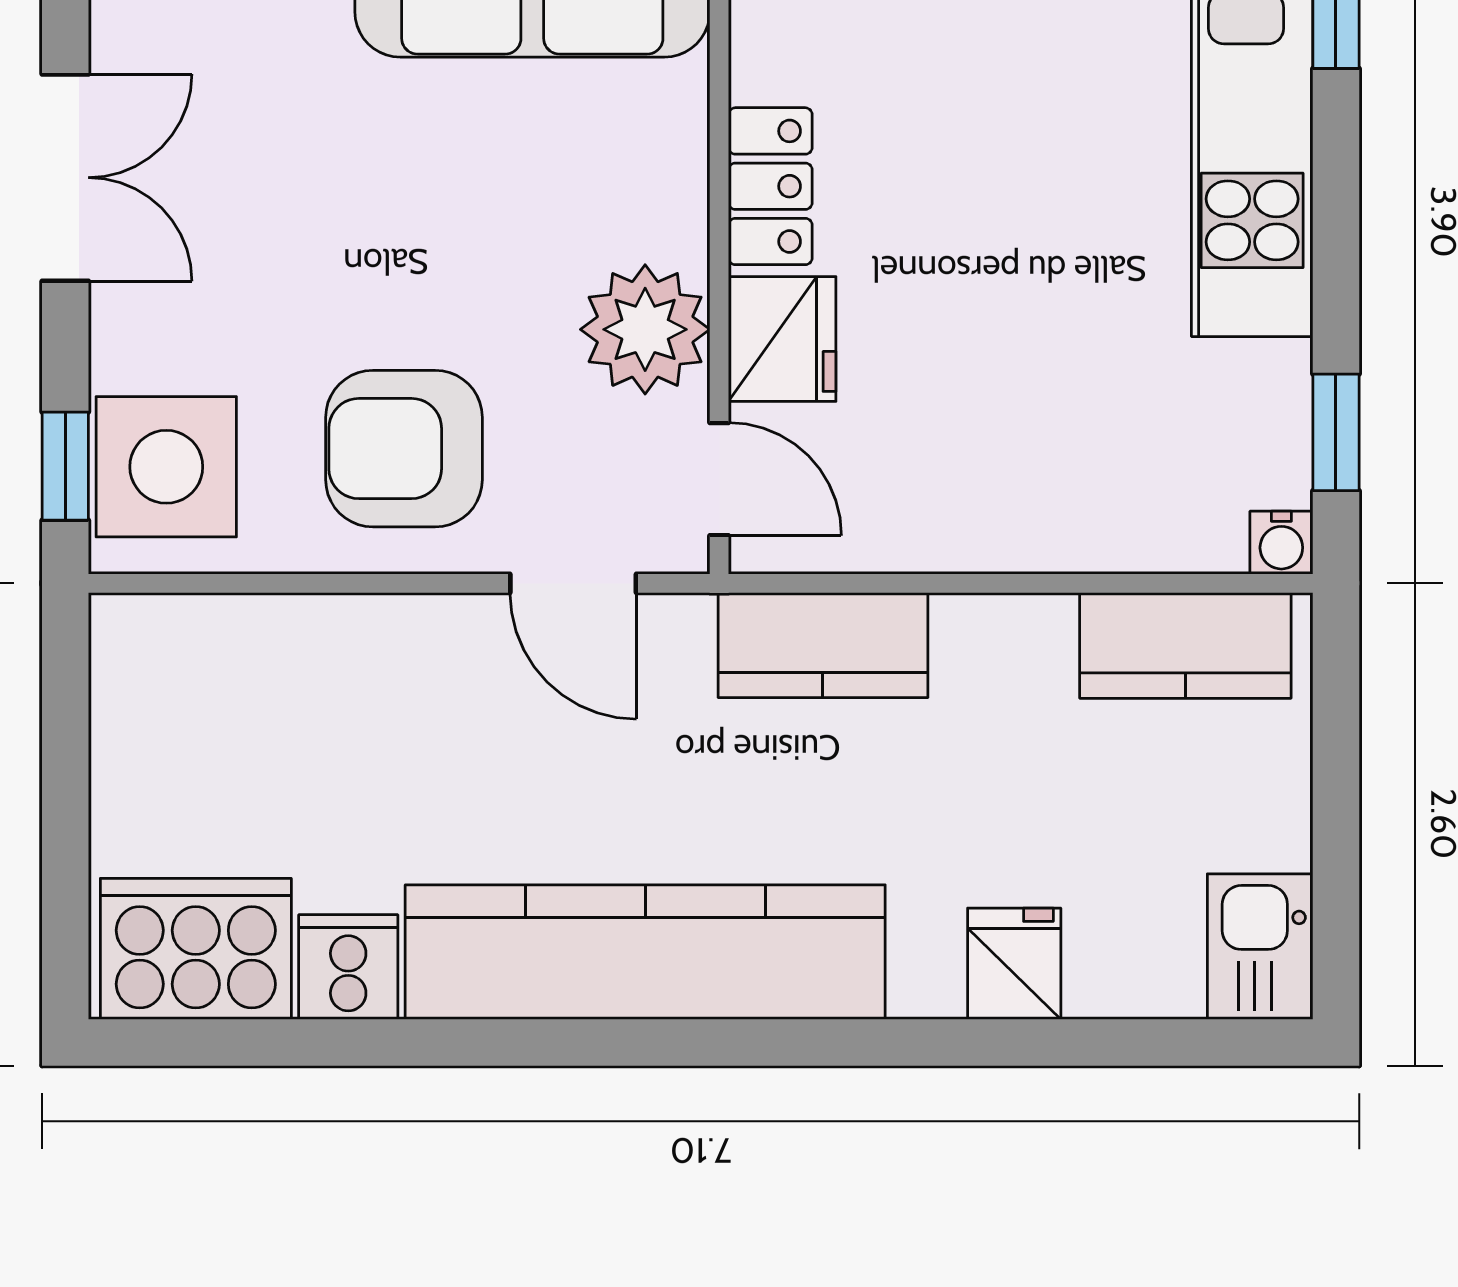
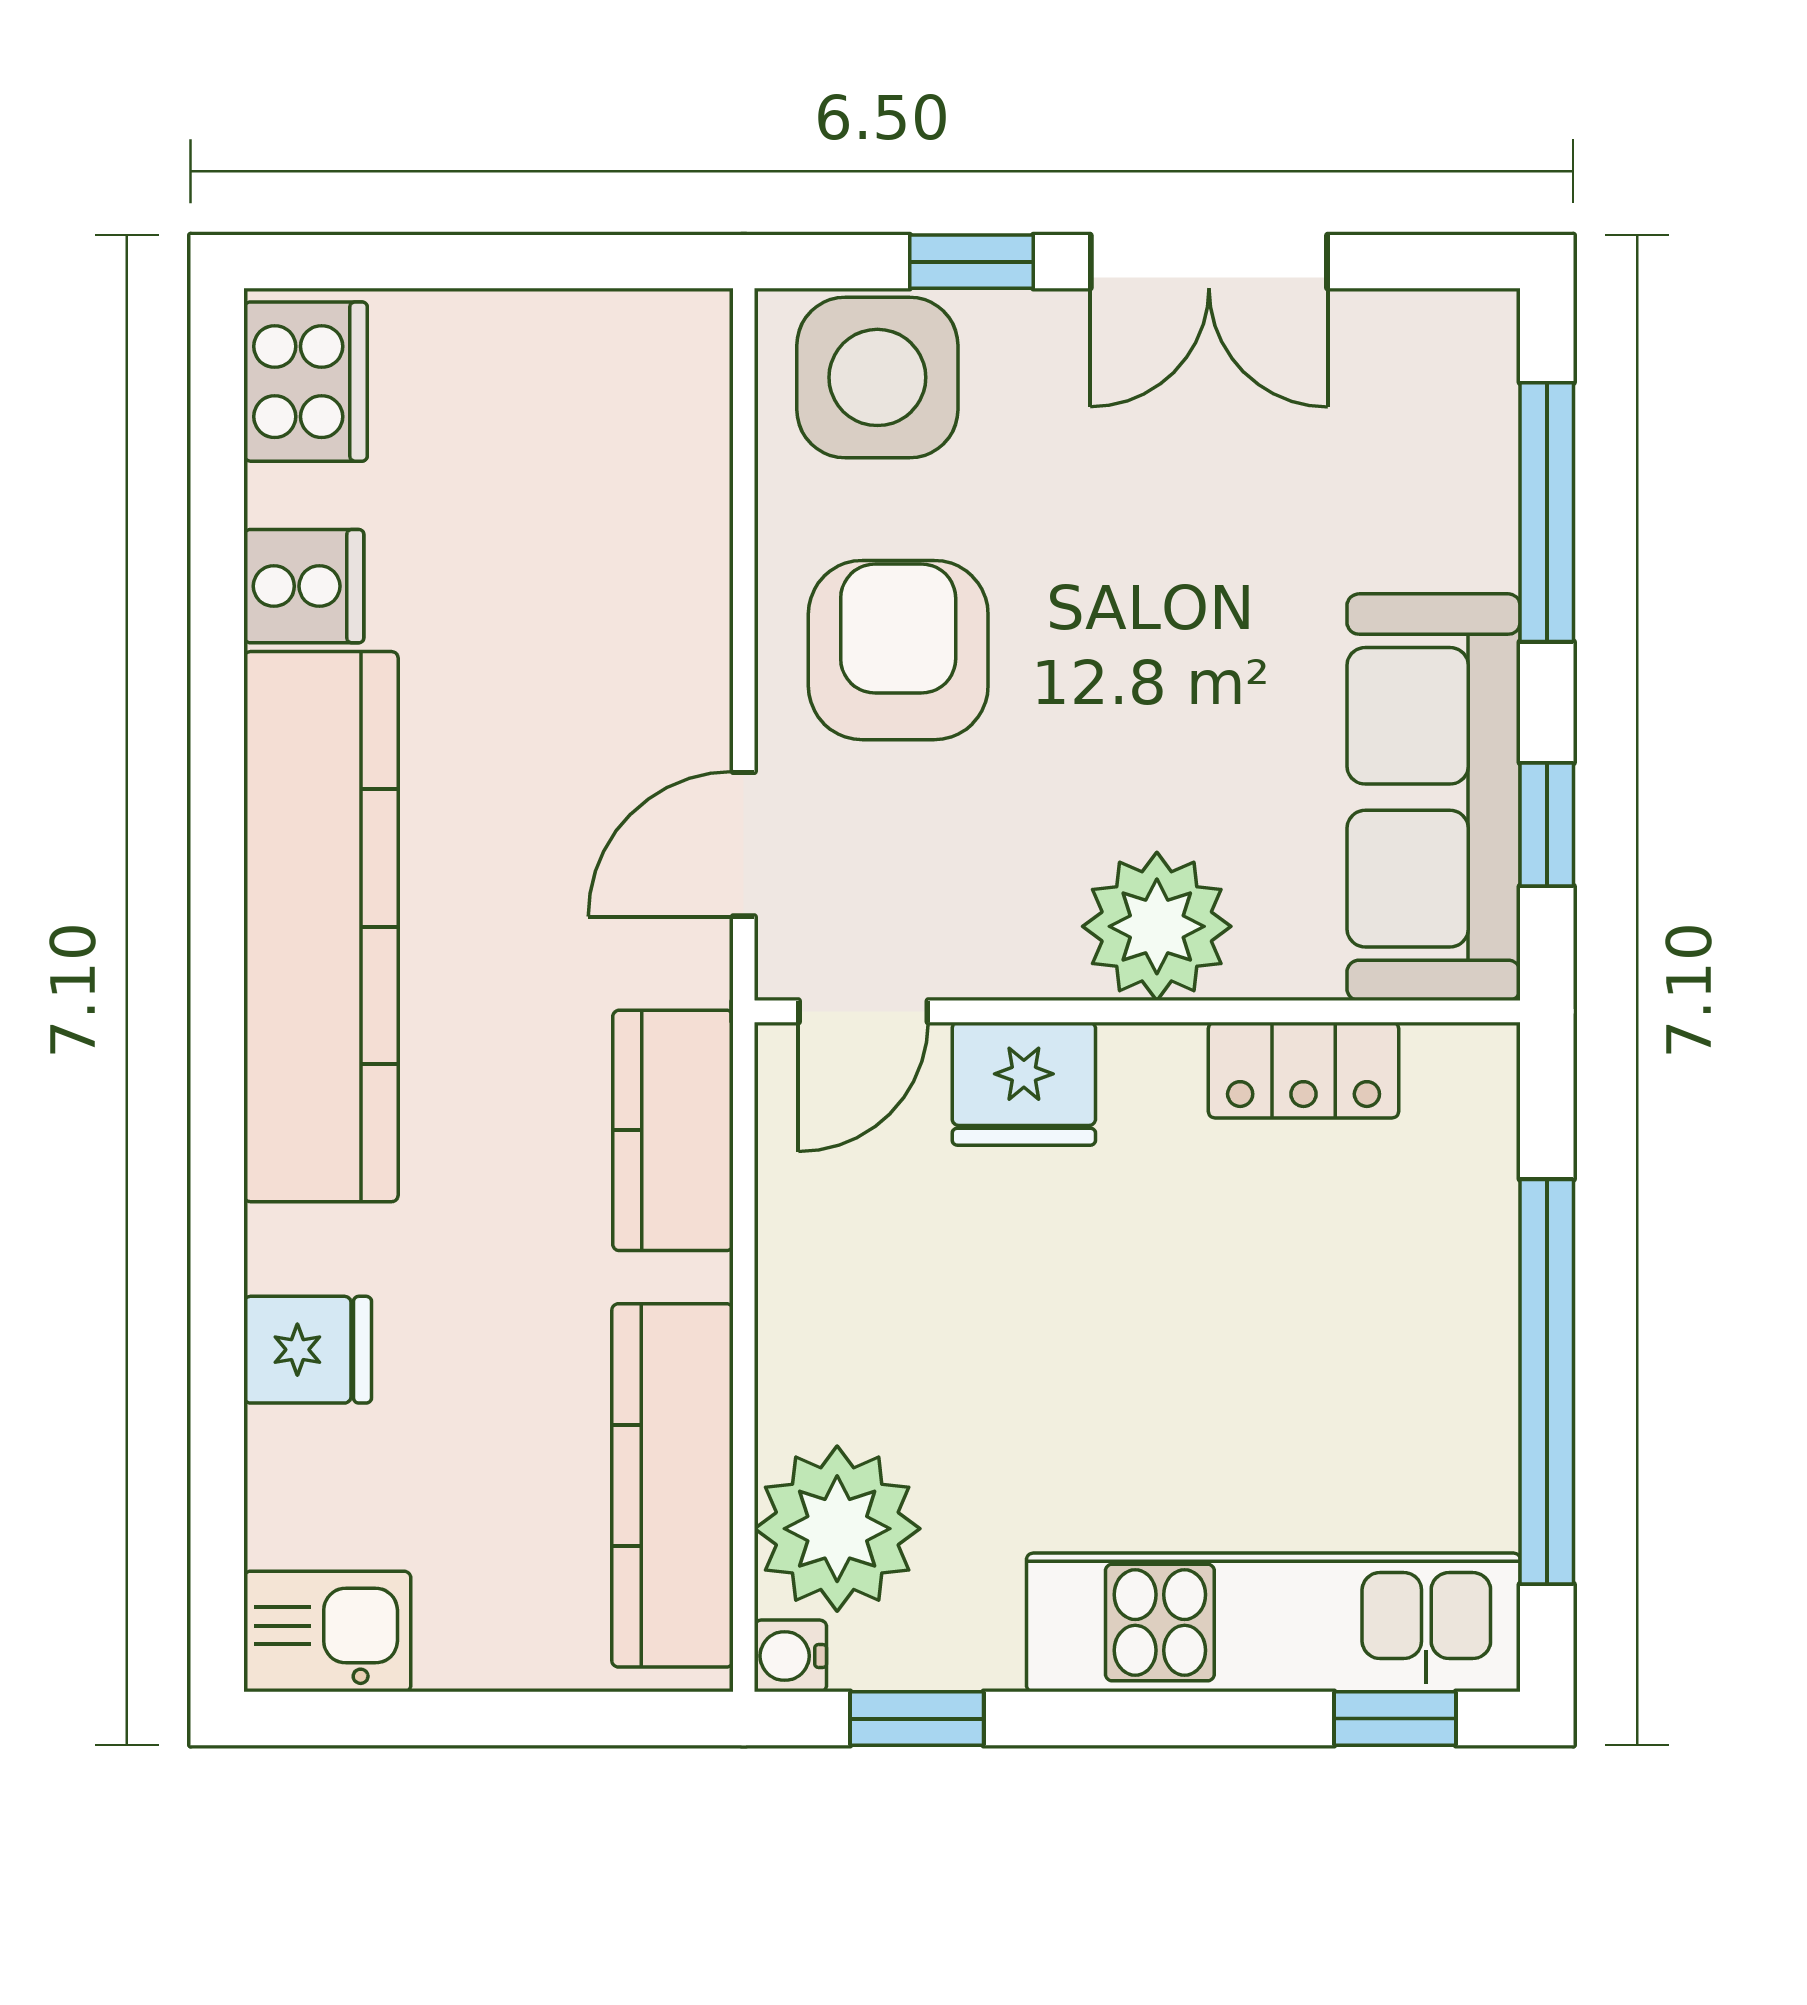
locker: (770, 186) -> (1304, 1070), moved
plant: (645, 329) -> (1157, 926), moved
window: (65, 466) -> (972, 262), moved
plant: (1170, 502) -> (837, 1529), added
kitchen counter: (1185, 645) -> (673, 1485), width x1.50
cooker: (196, 949) -> (306, 382), width x0.73, depth x0.76

